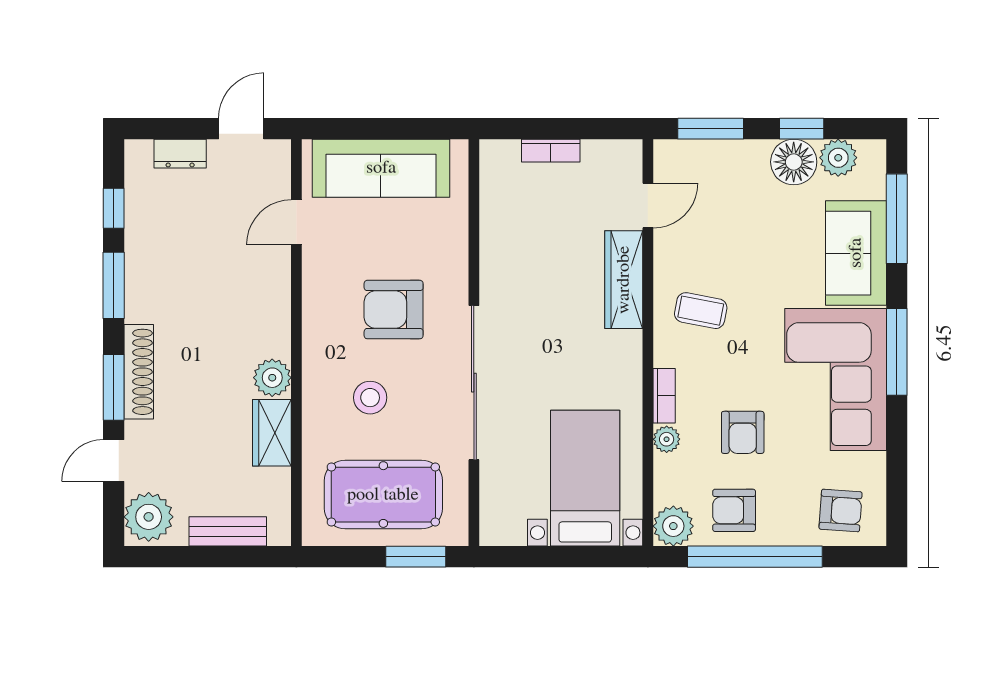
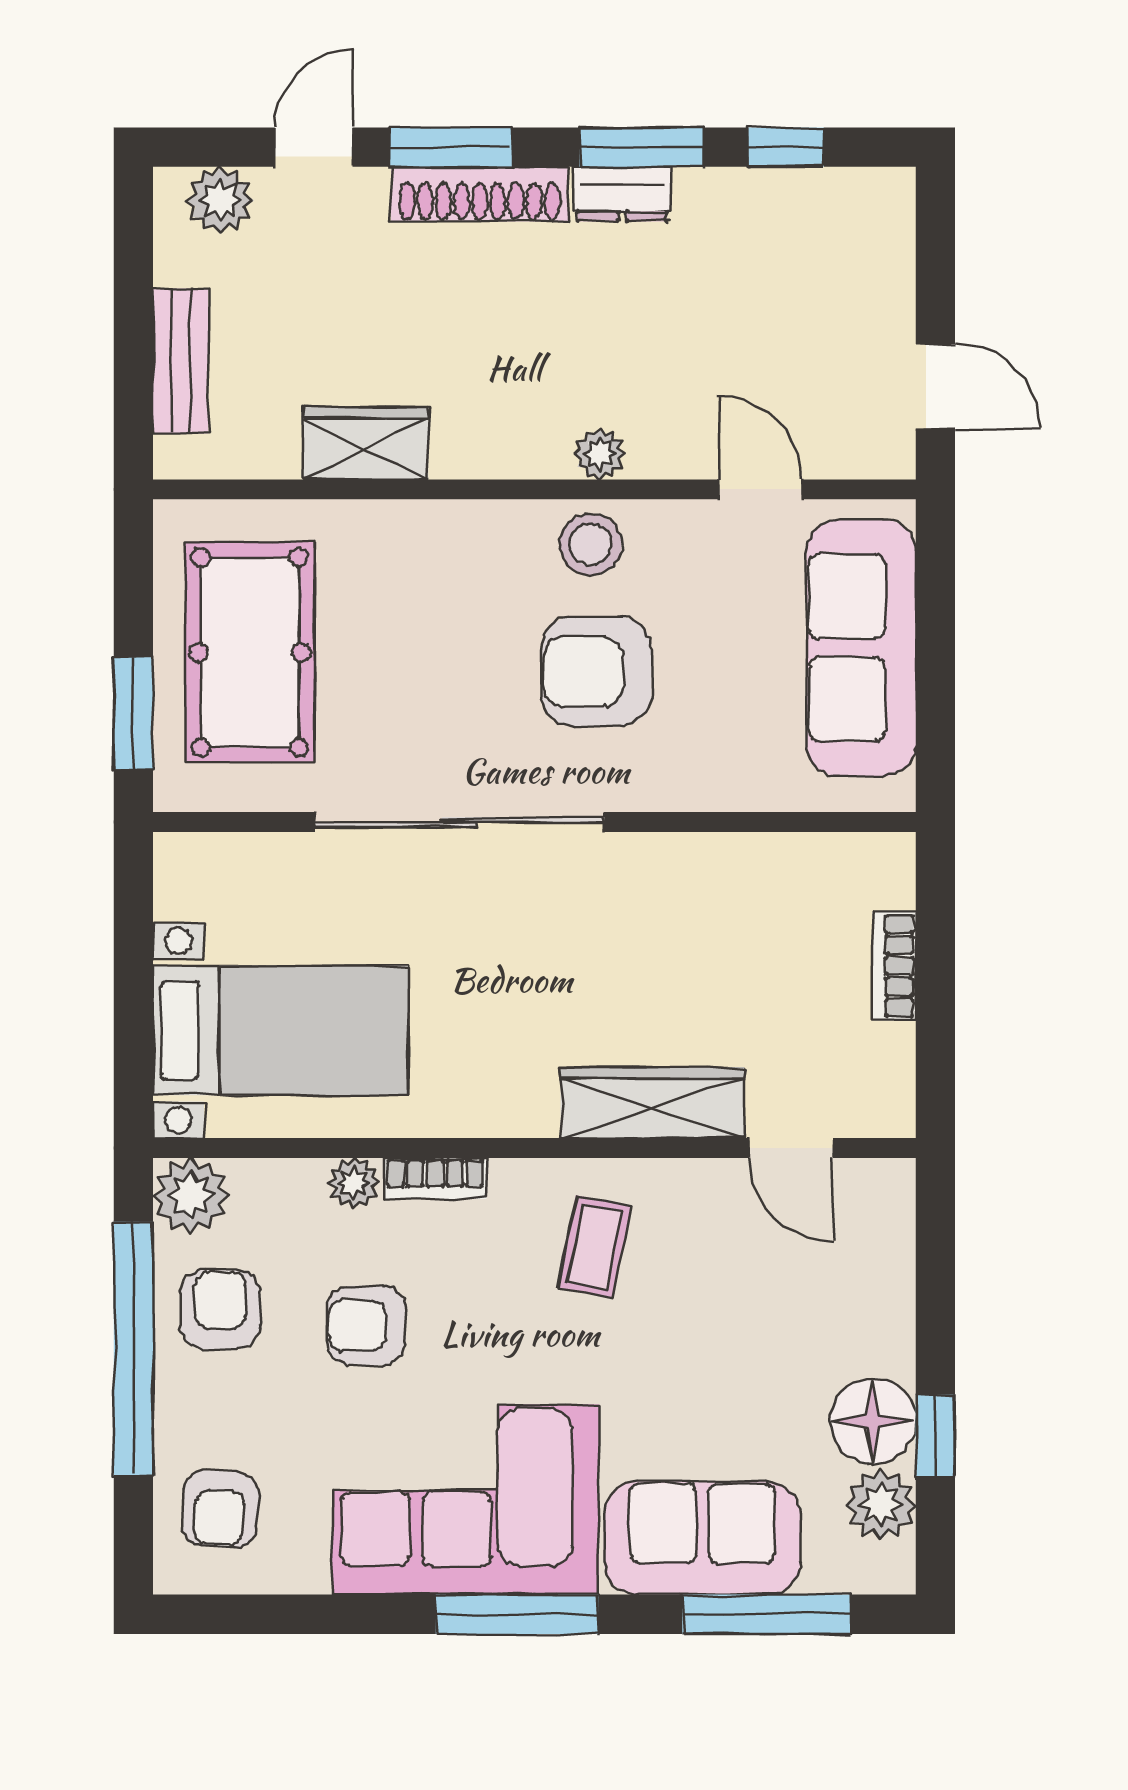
window: (711, 129) -> (935, 1265), removed
dresser: (180, 154) -> (622, 194), moved, turned -90
armchair: (394, 310) -> (596, 672), turned -90
plant: (272, 378) -> (600, 454), moved, width x0.73, depth x0.73
stool: (370, 398) -> (591, 545), moved
door: (114, 461) -> (314, 147), hinge flipped
plant: (149, 517) -> (220, 200), width x0.73, depth x0.73

